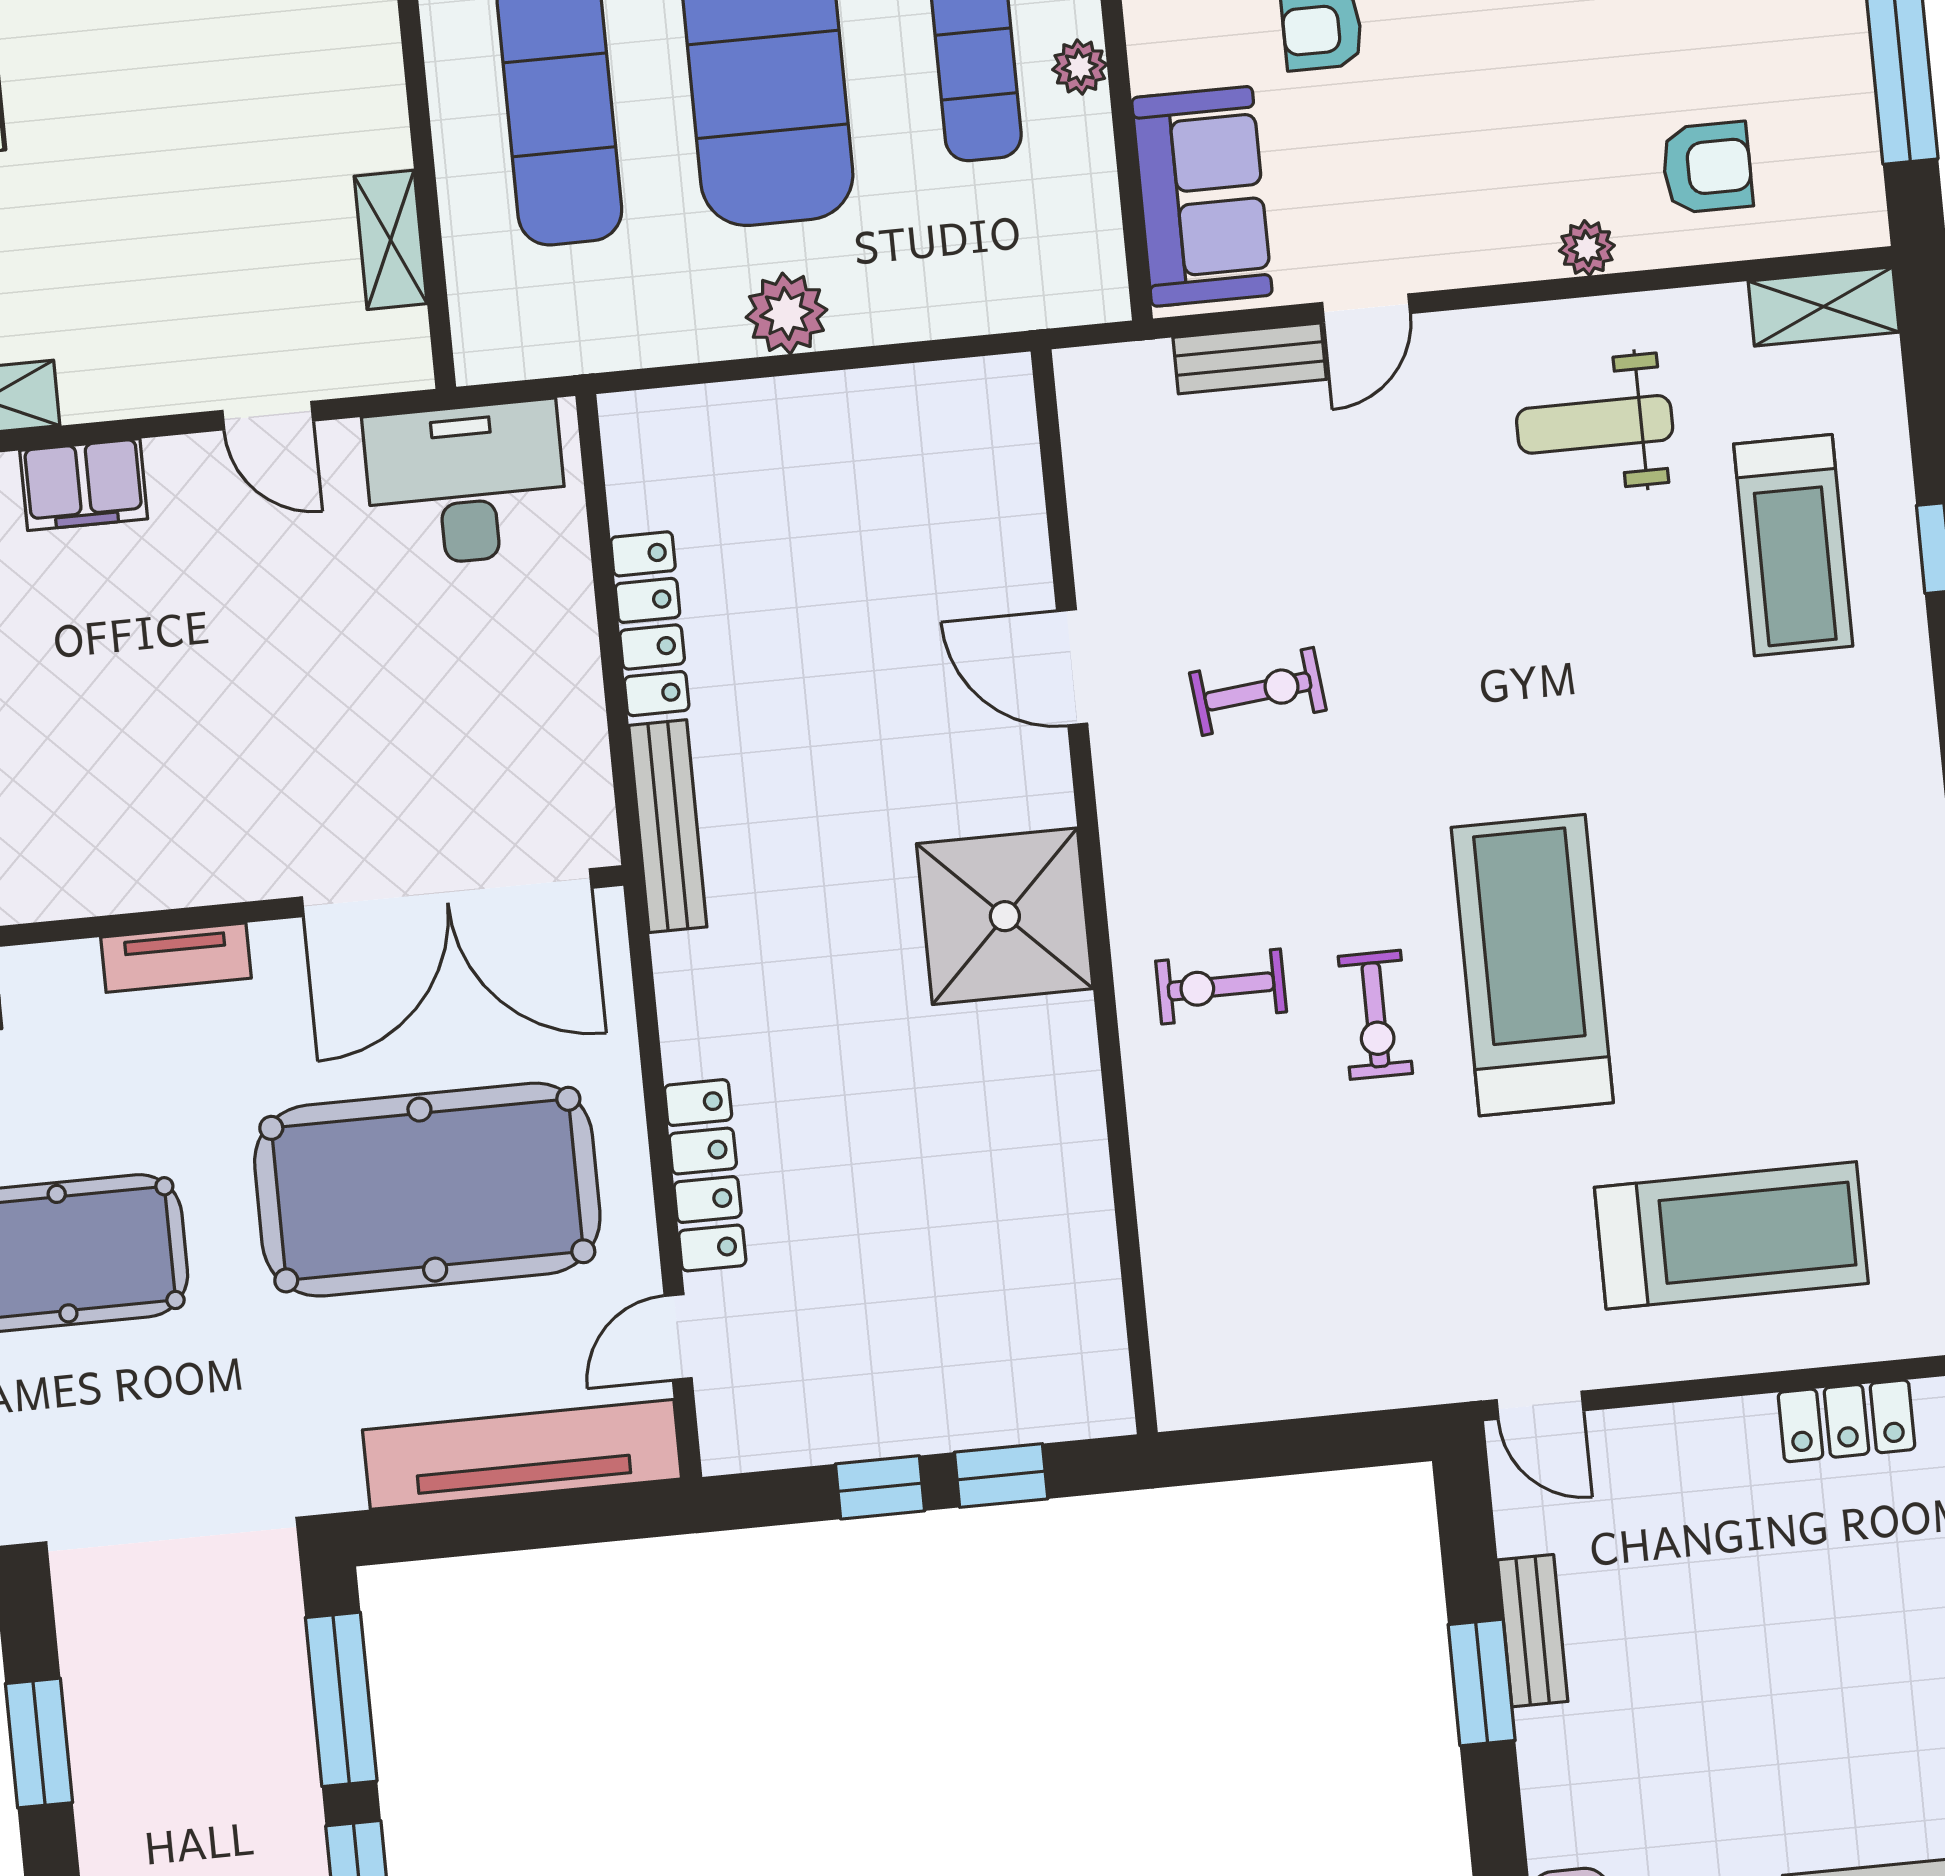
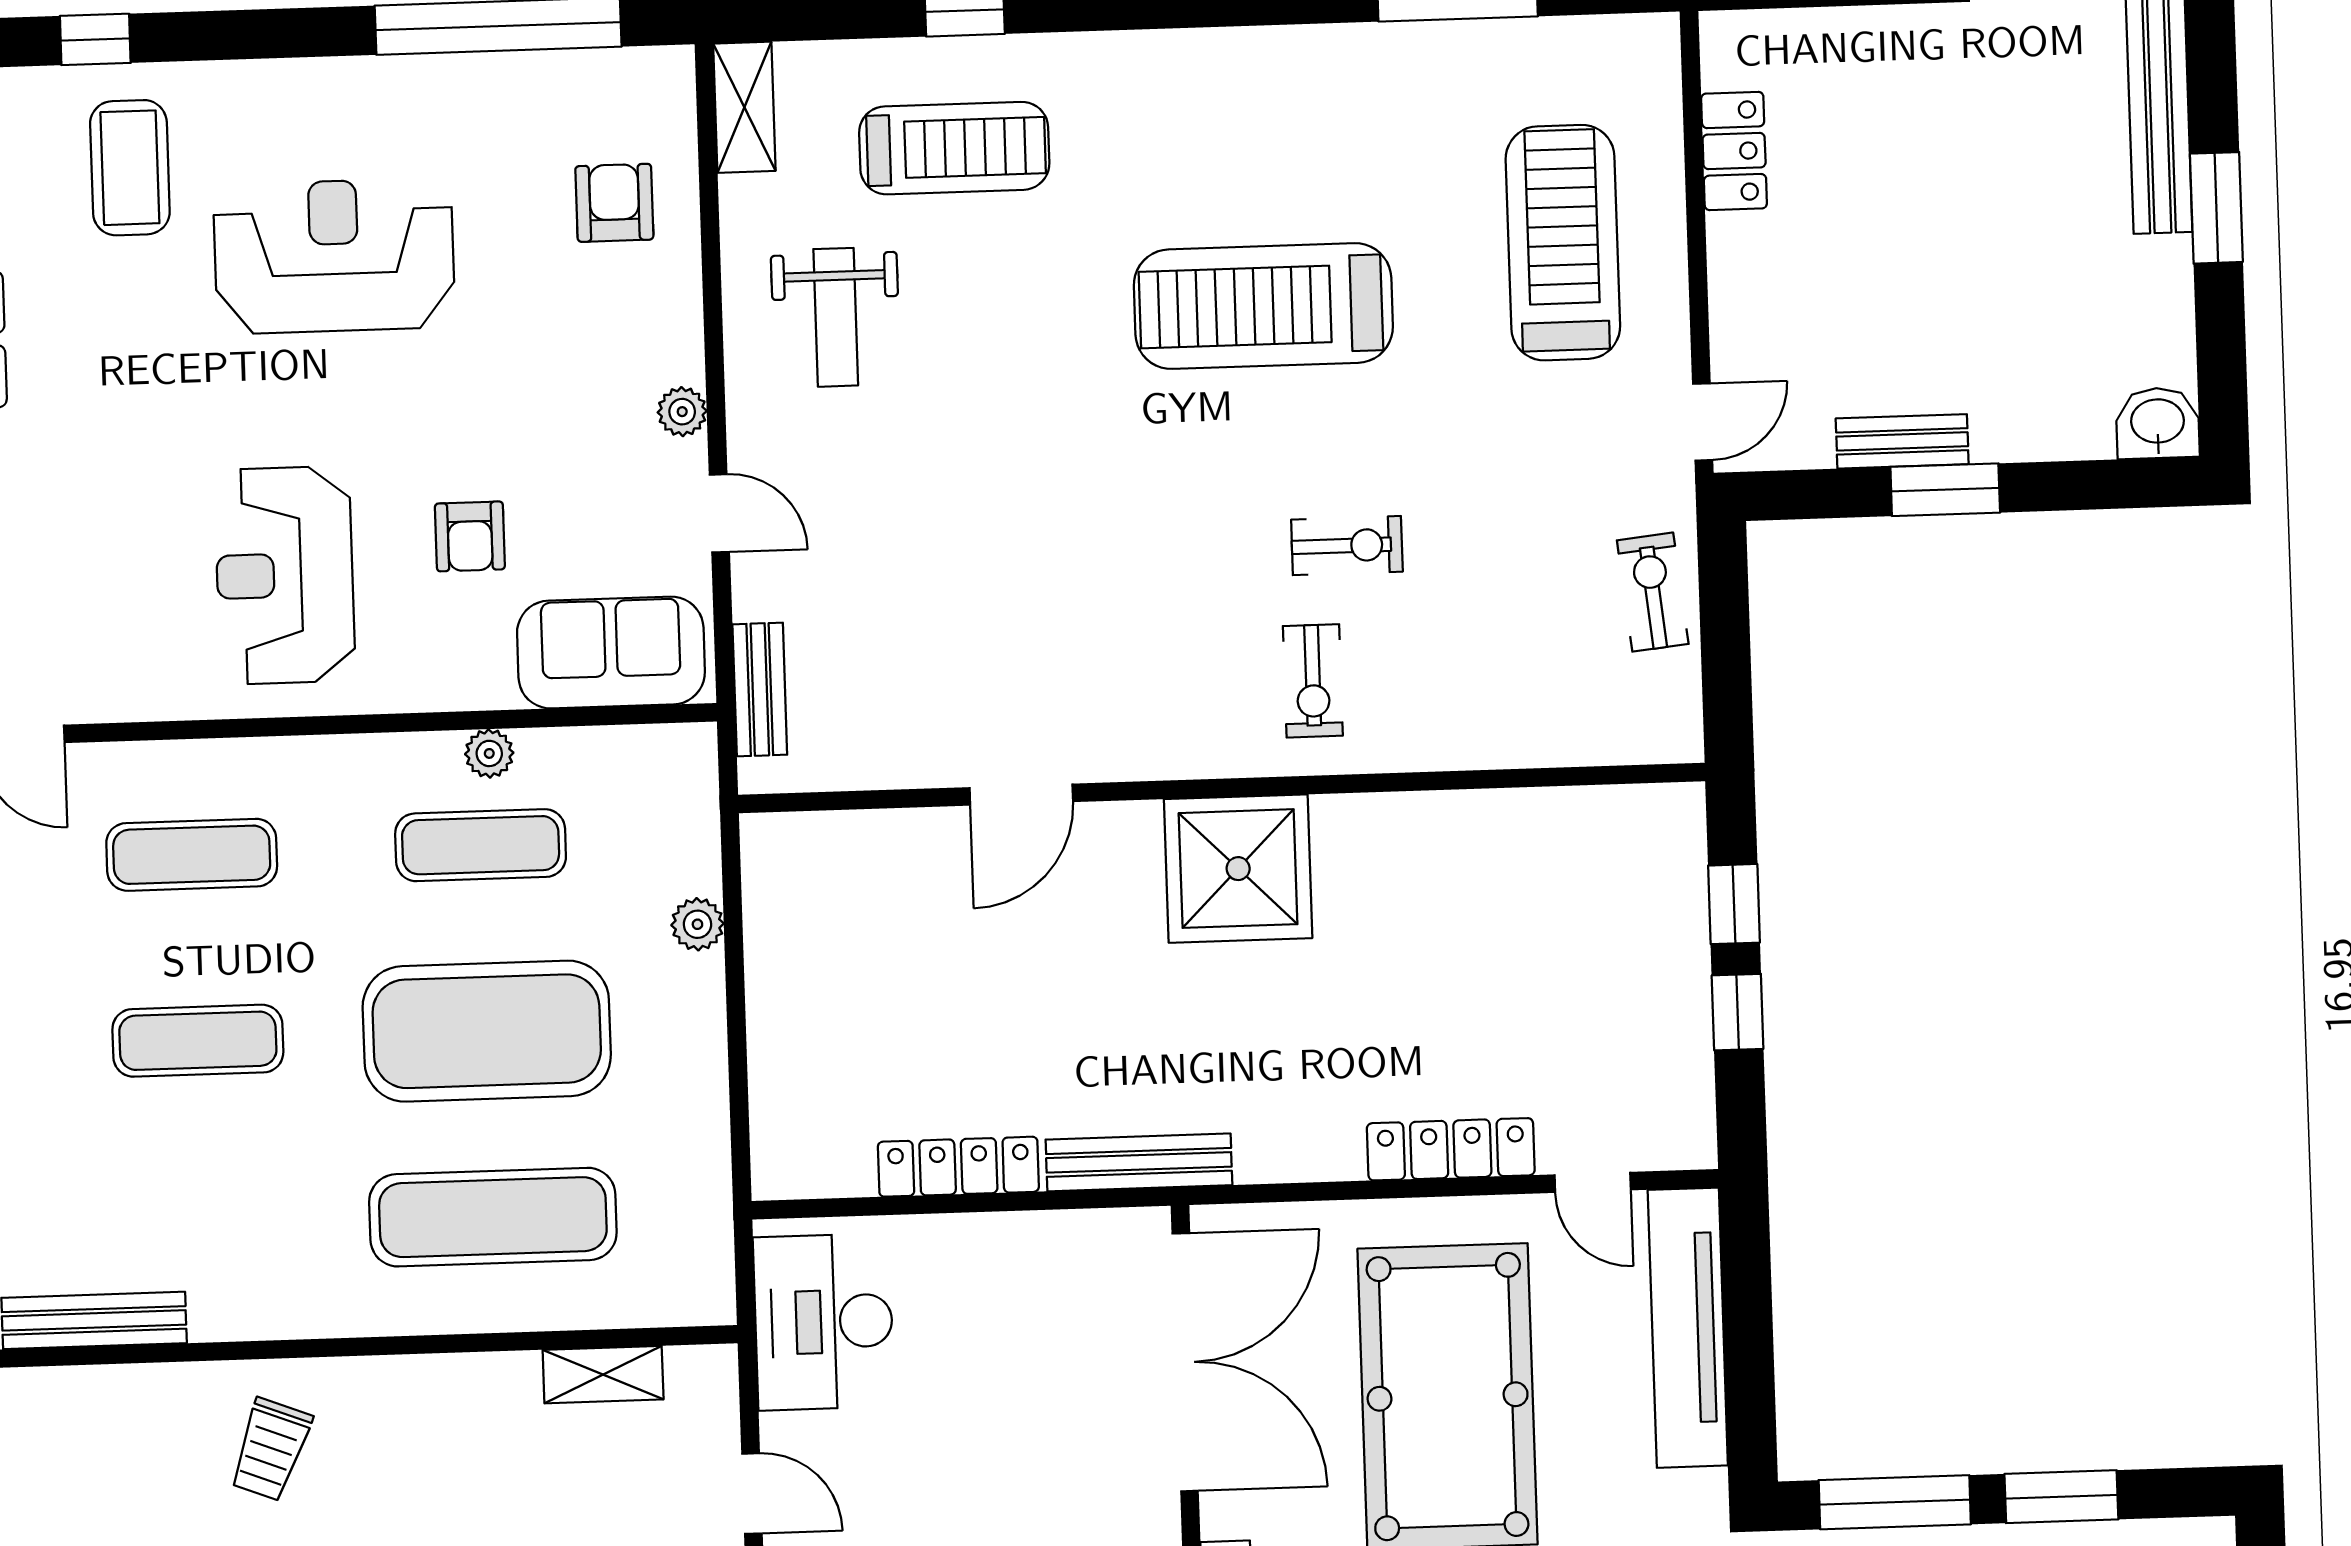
plant: (1587, 248) -> (682, 412), moved
plant: (786, 313) -> (697, 924), moved, width x0.73, depth x0.73
bench: (1250, 358) -> (760, 690), moved
door: (268, 416) -> (752, 1494), hinge flipped
exercise bike: (1258, 691) -> (1653, 592), moved
treadmill: (1532, 965) -> (1263, 306), moved

